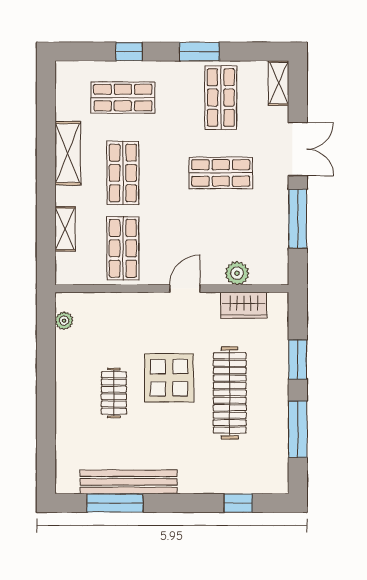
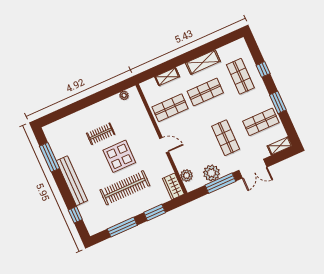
plant: (272, 227) -> (211, 173), added
plant: (237, 273) -> (186, 175), moved
wardrobe: (244, 305) -> (173, 186), moved
bench: (129, 482) -> (72, 181), moved

